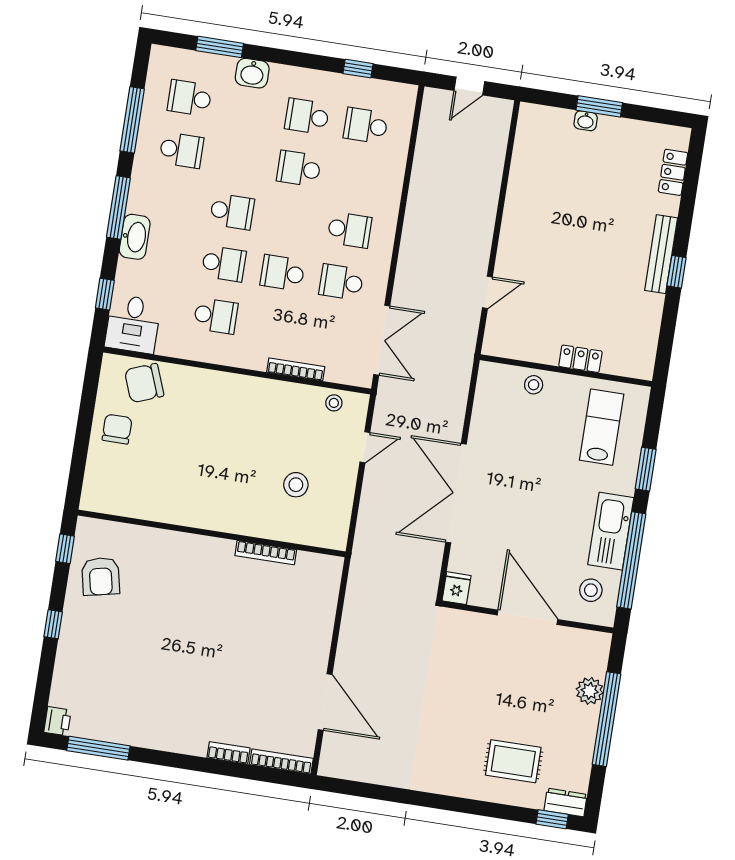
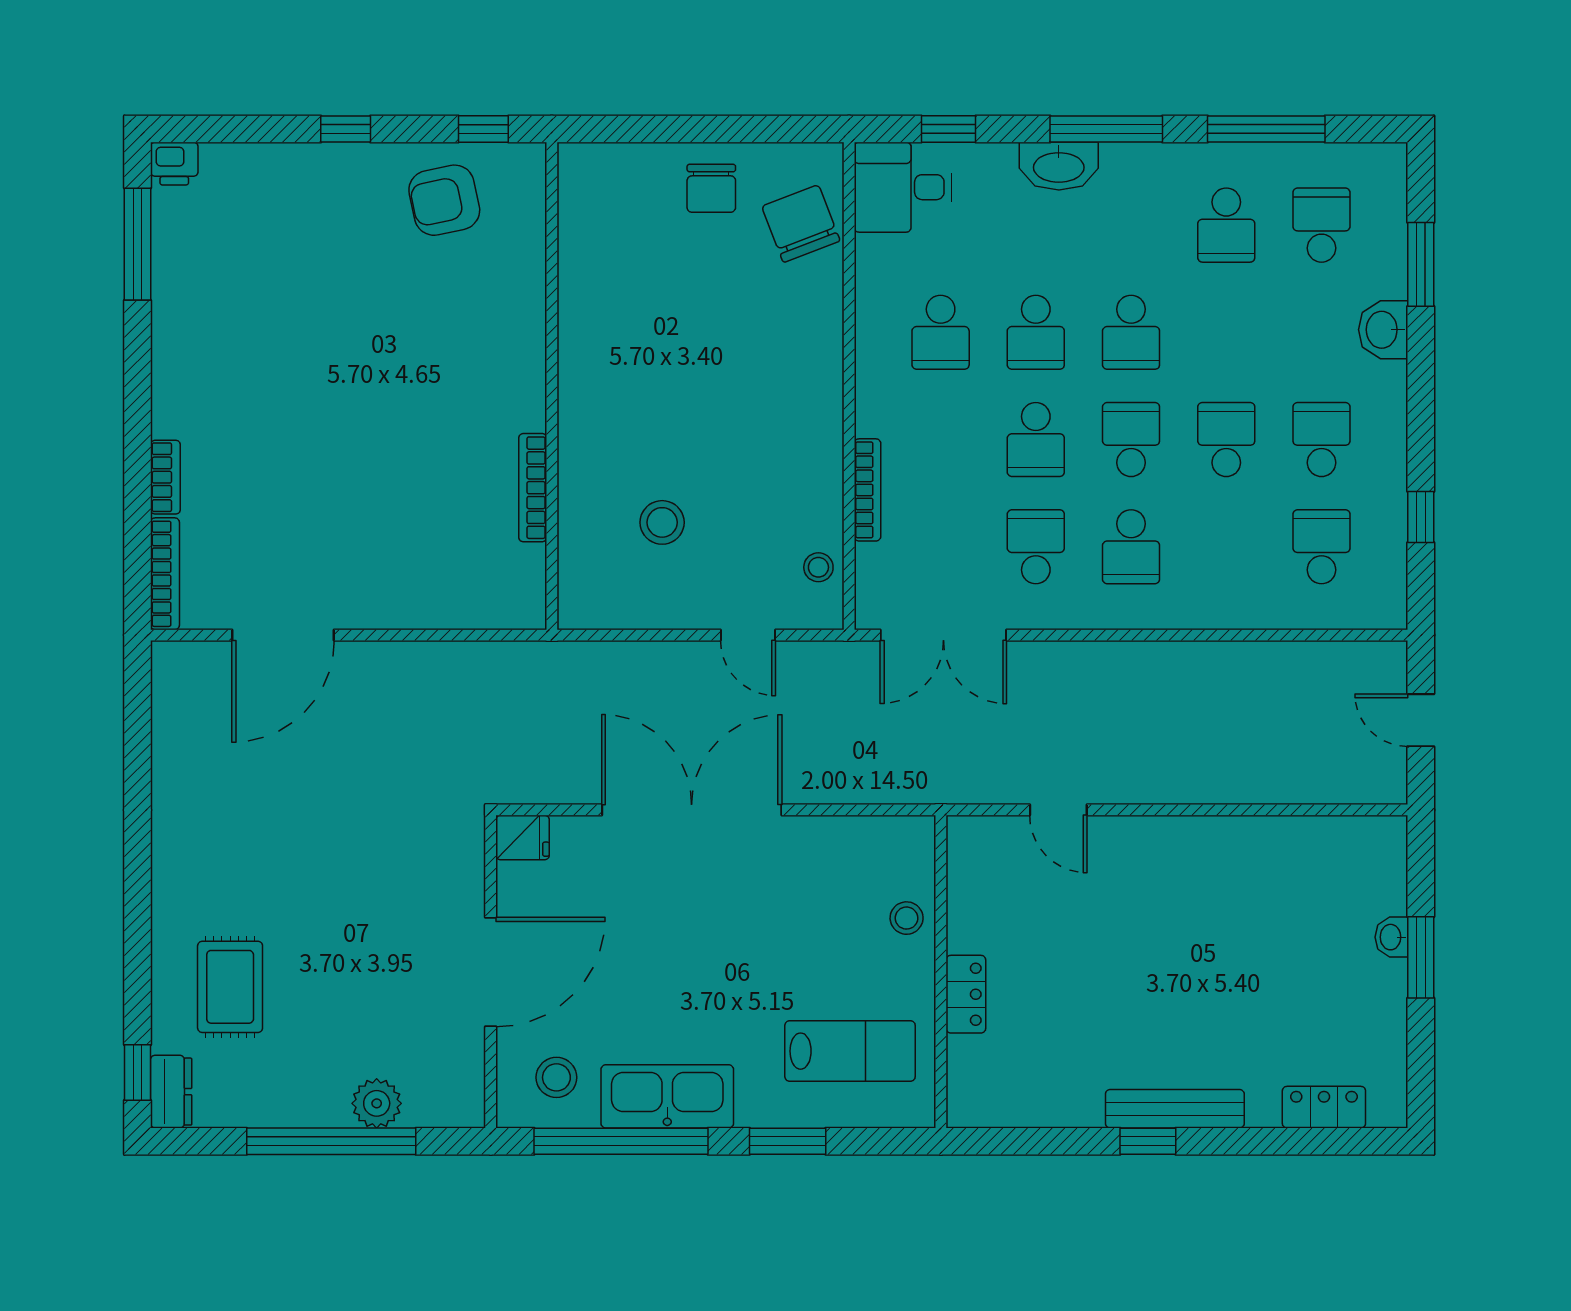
school desk: (291, 221) -> (1131, 440), added
school desk: (283, 273) -> (1036, 440), turned 180
chair: (117, 429) -> (711, 188), turned 90

